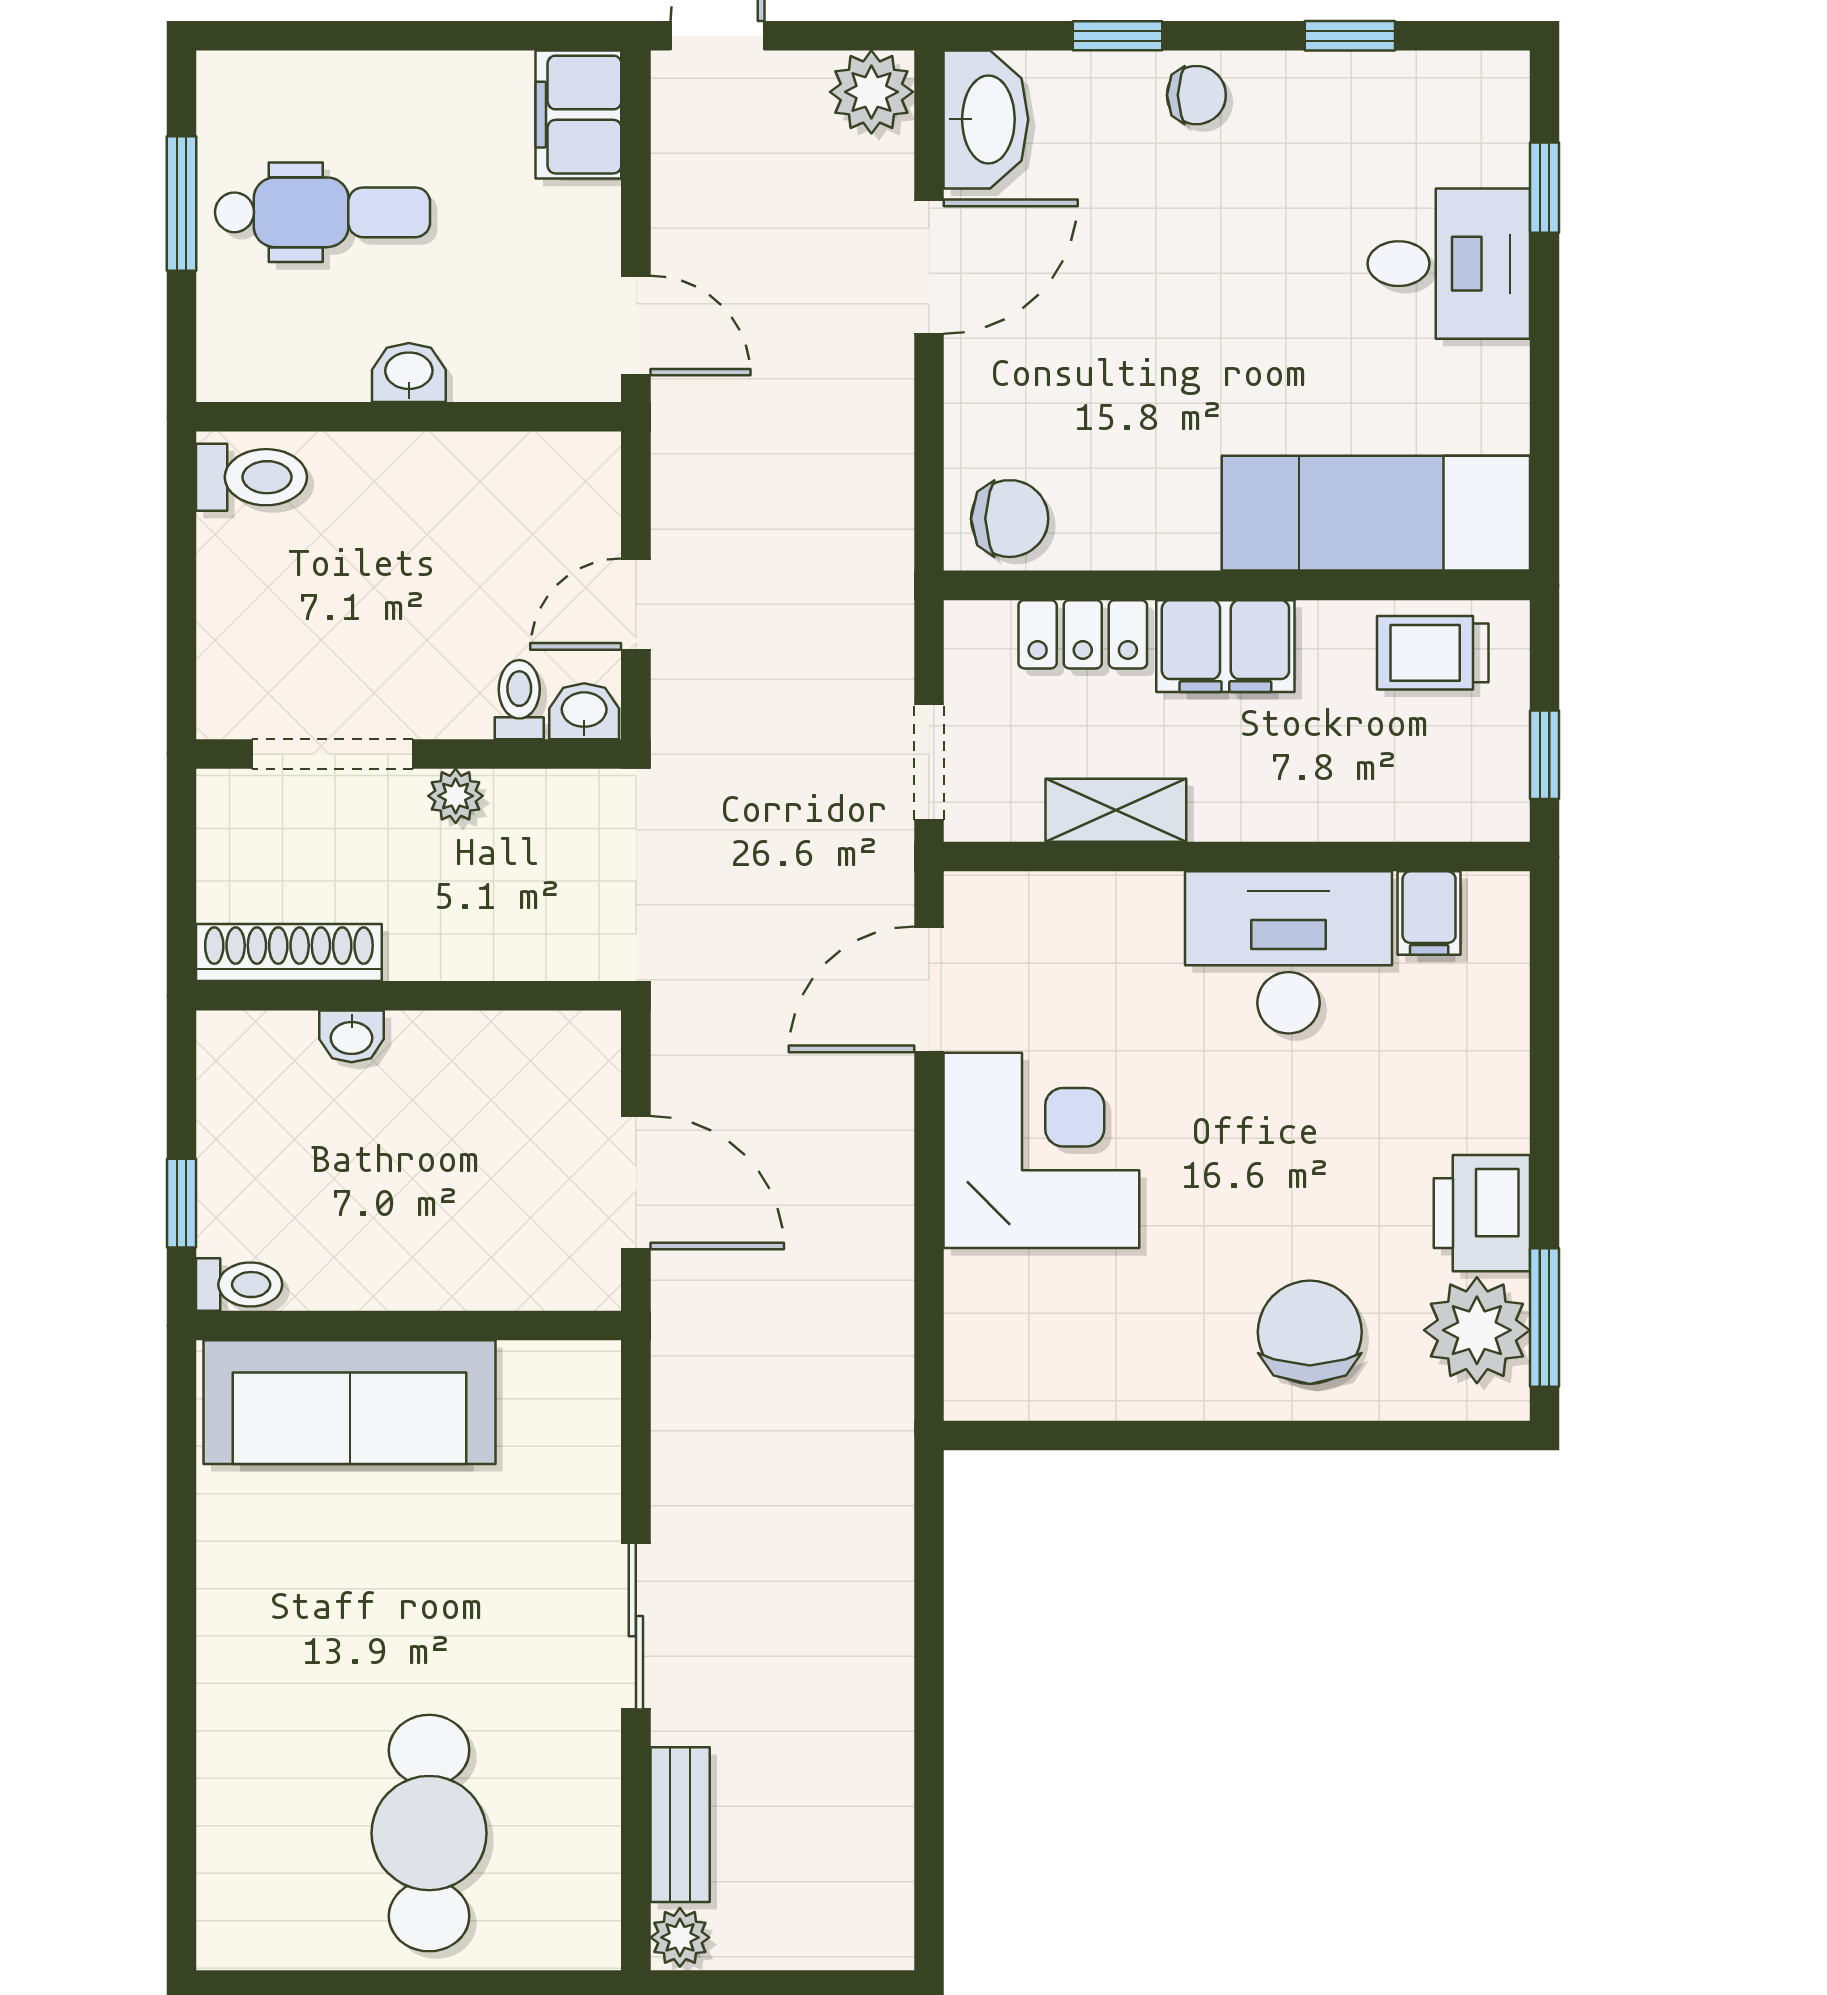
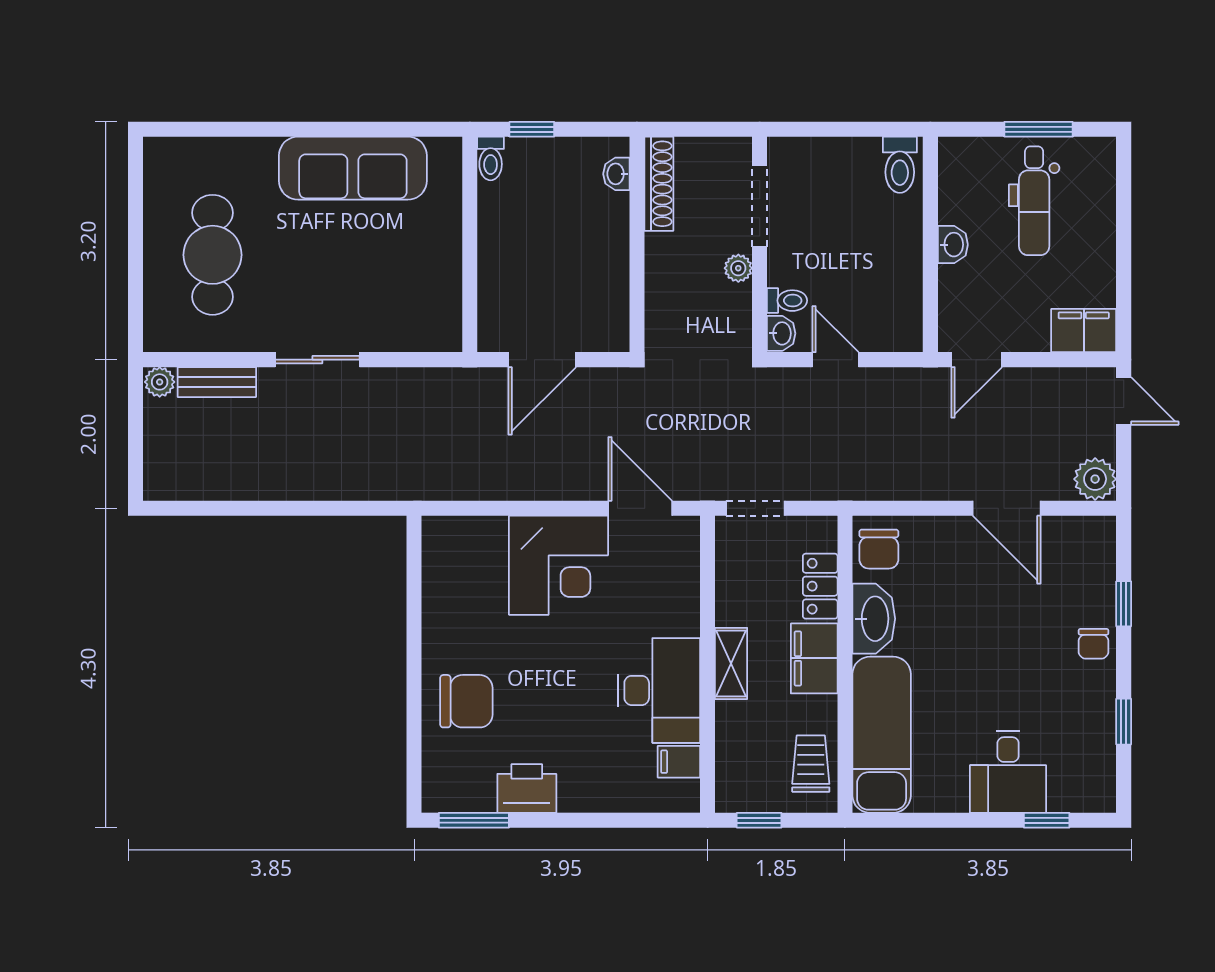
washbasin: (986, 119) -> (874, 619), moved, turned -90
shelving: (1116, 810) -> (731, 663), moved
washbasin: (352, 1036) -> (616, 174), moved
plant: (1477, 1330) -> (467, 786), removed
sofa: (350, 1402) -> (353, 168), moved, turned -90
cafe table: (429, 1833) -> (213, 255), turned 90

